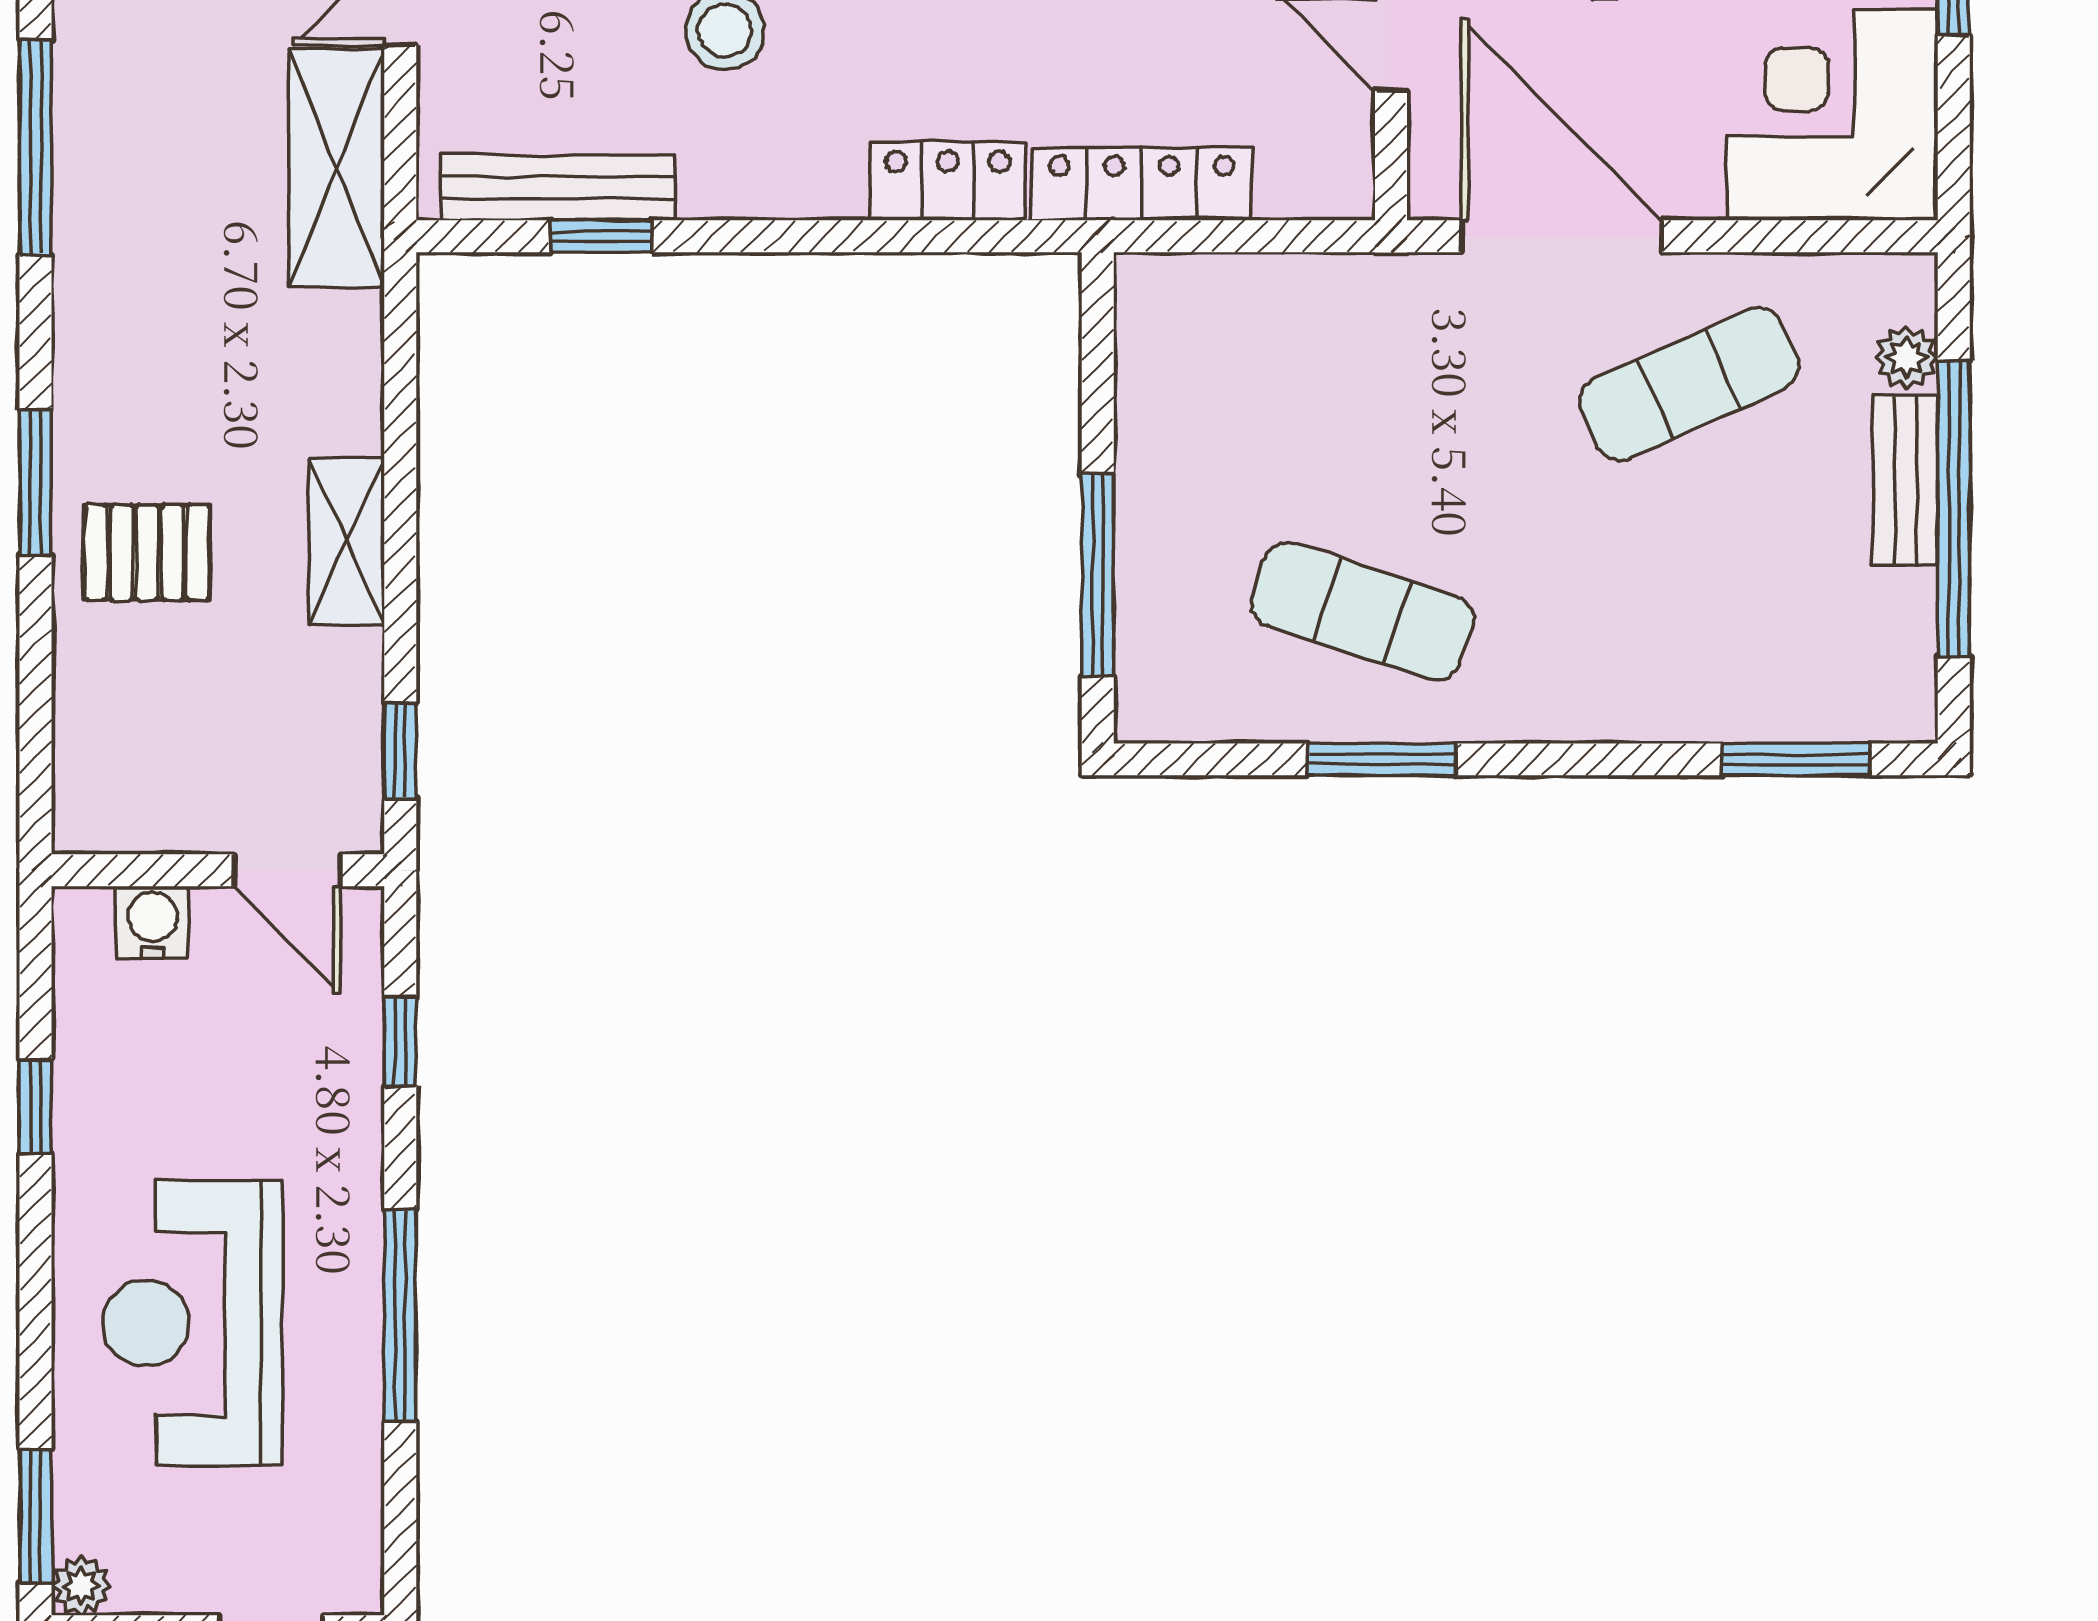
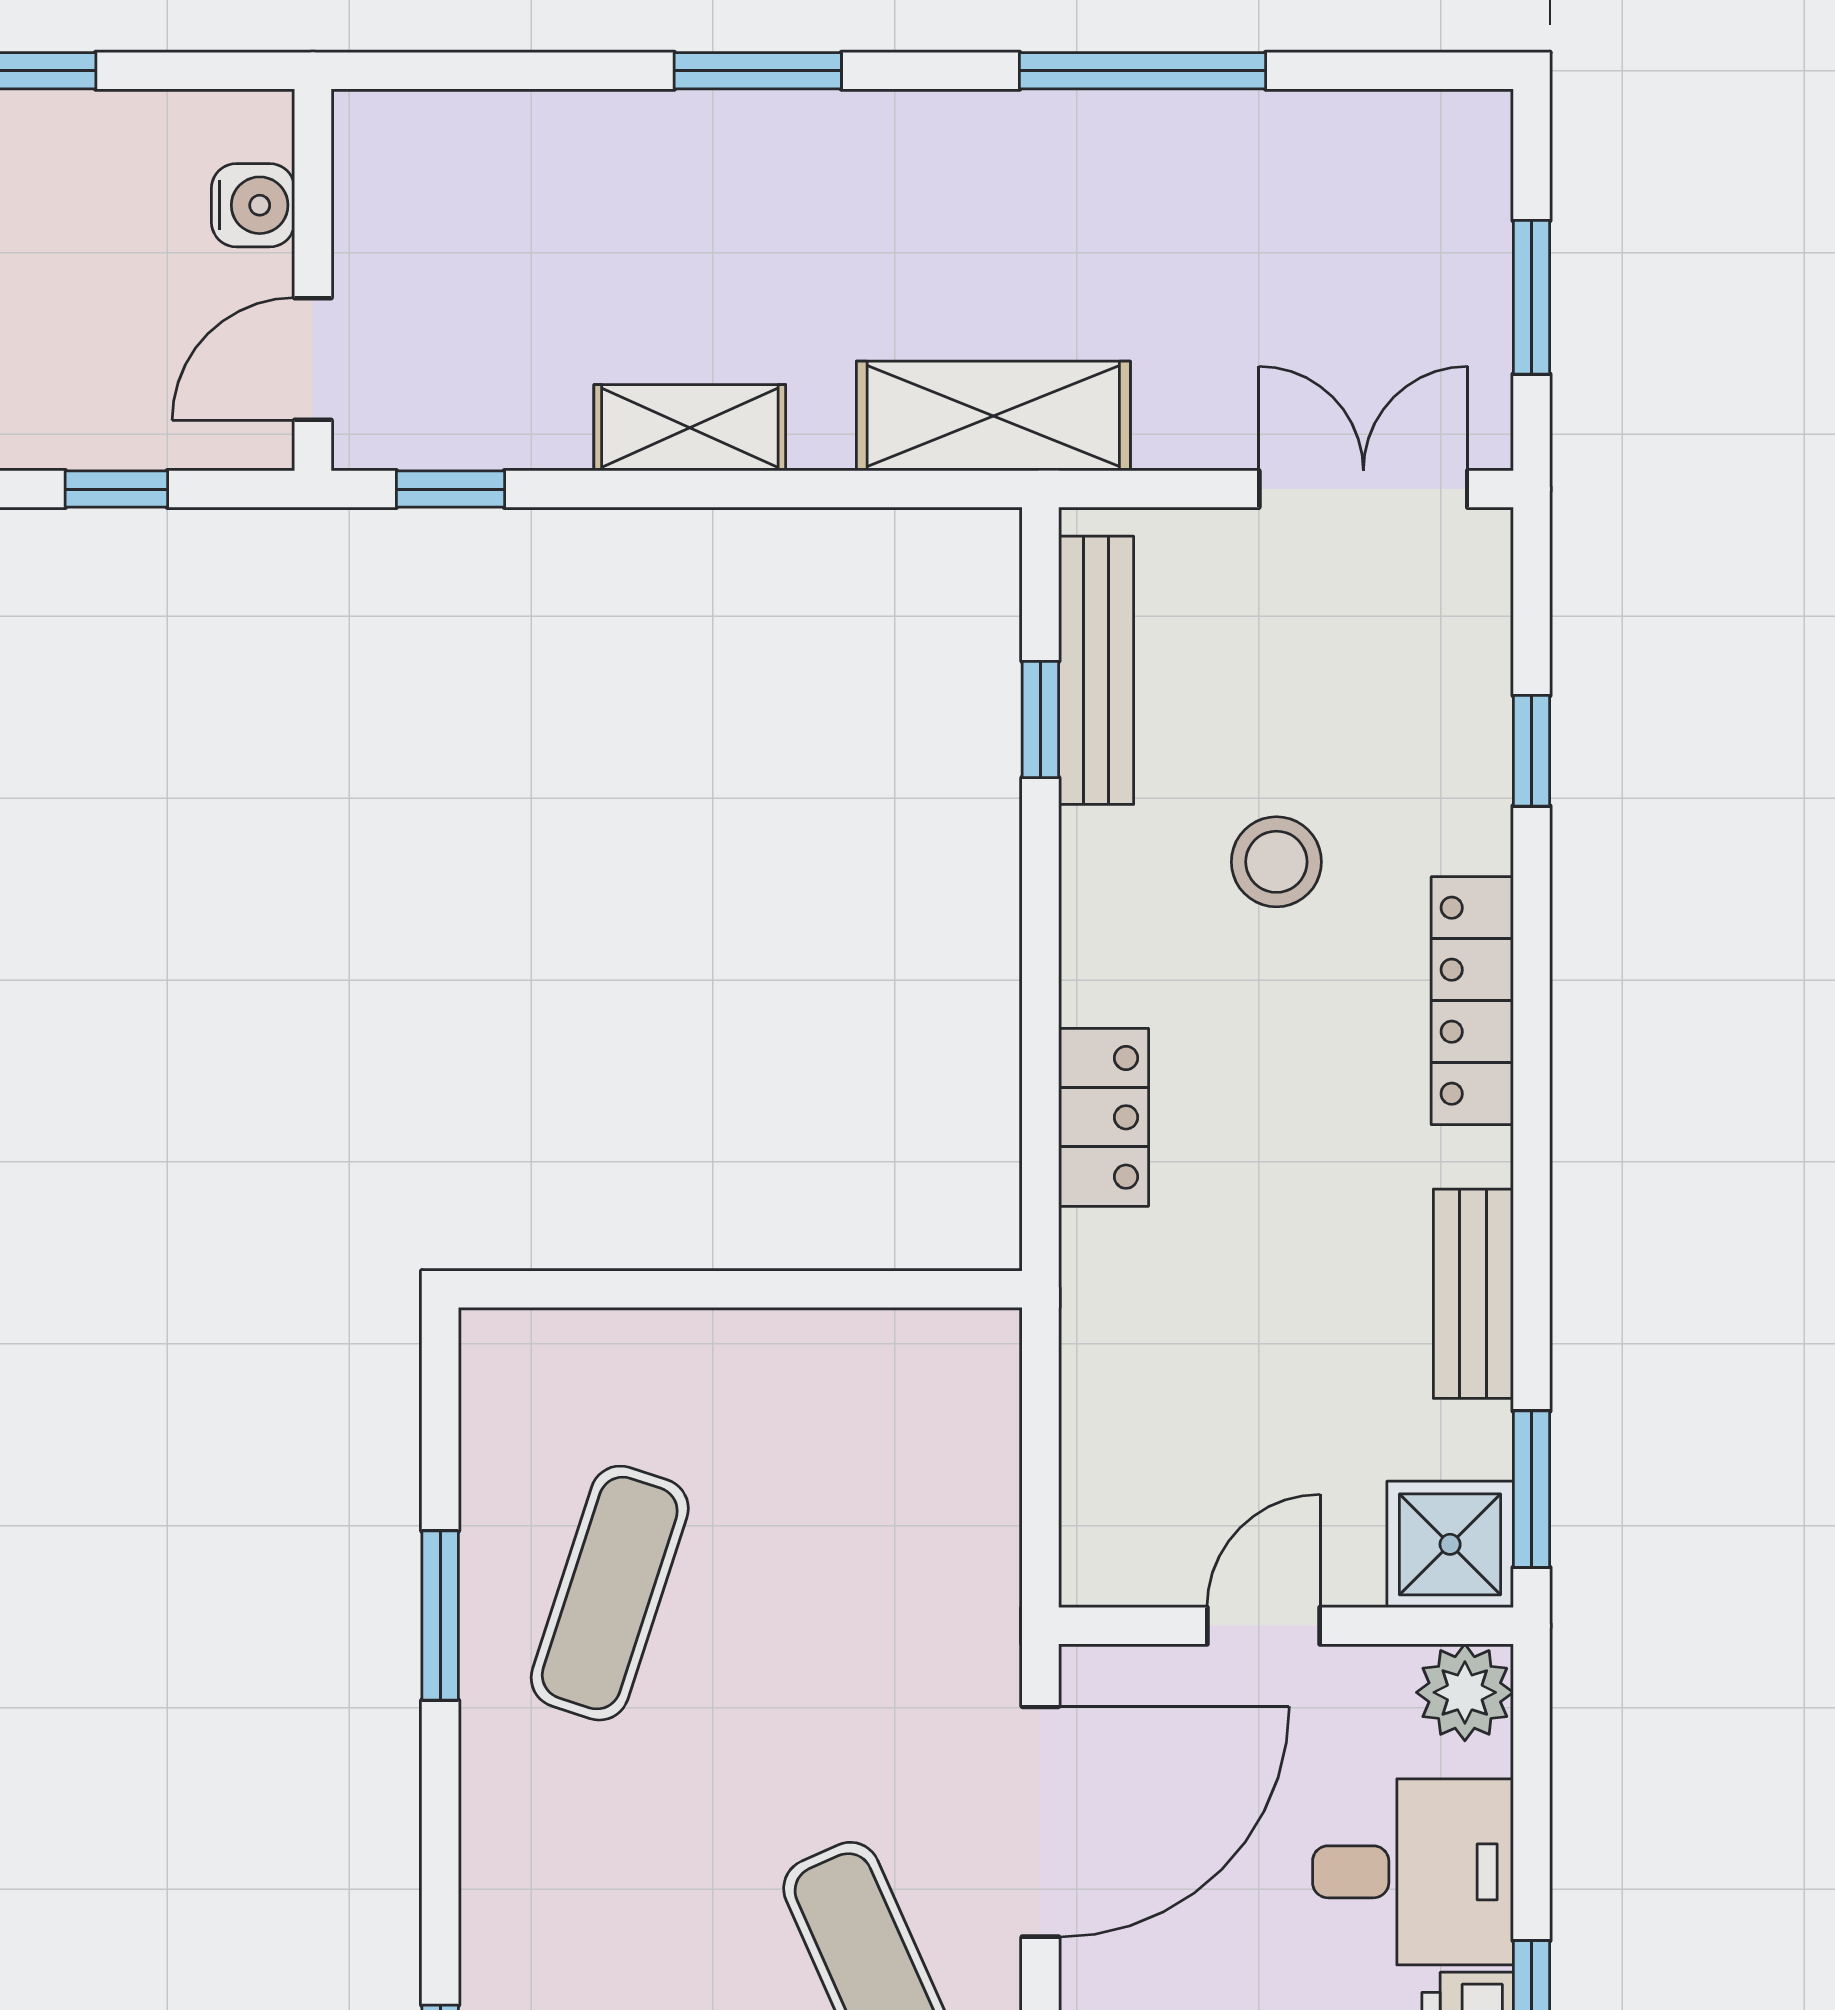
shelving: (337, 168) -> (993, 416), moved
locker: (1142, 184) -> (1100, 1340), removed
pallet: (147, 552) -> (678, 199), removed
window: (1098, 575) -> (652, 1289), removed

